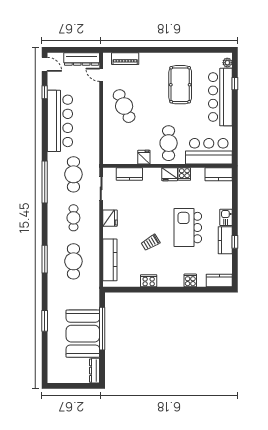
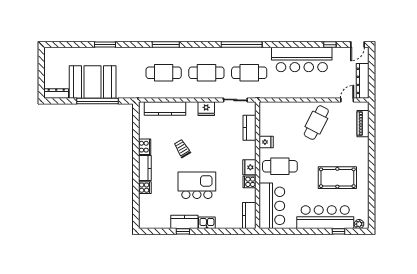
cafe table: (124, 106) -> (316, 123), turned -39
cafe table: (73, 218) -> (206, 73), width x1.37, depth x1.35
kitchen counter: (219, 280) -> (145, 168), moved

